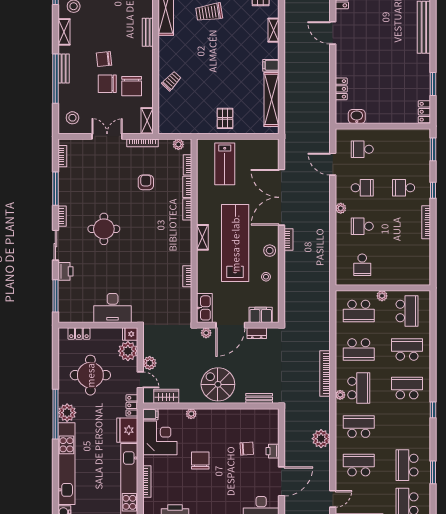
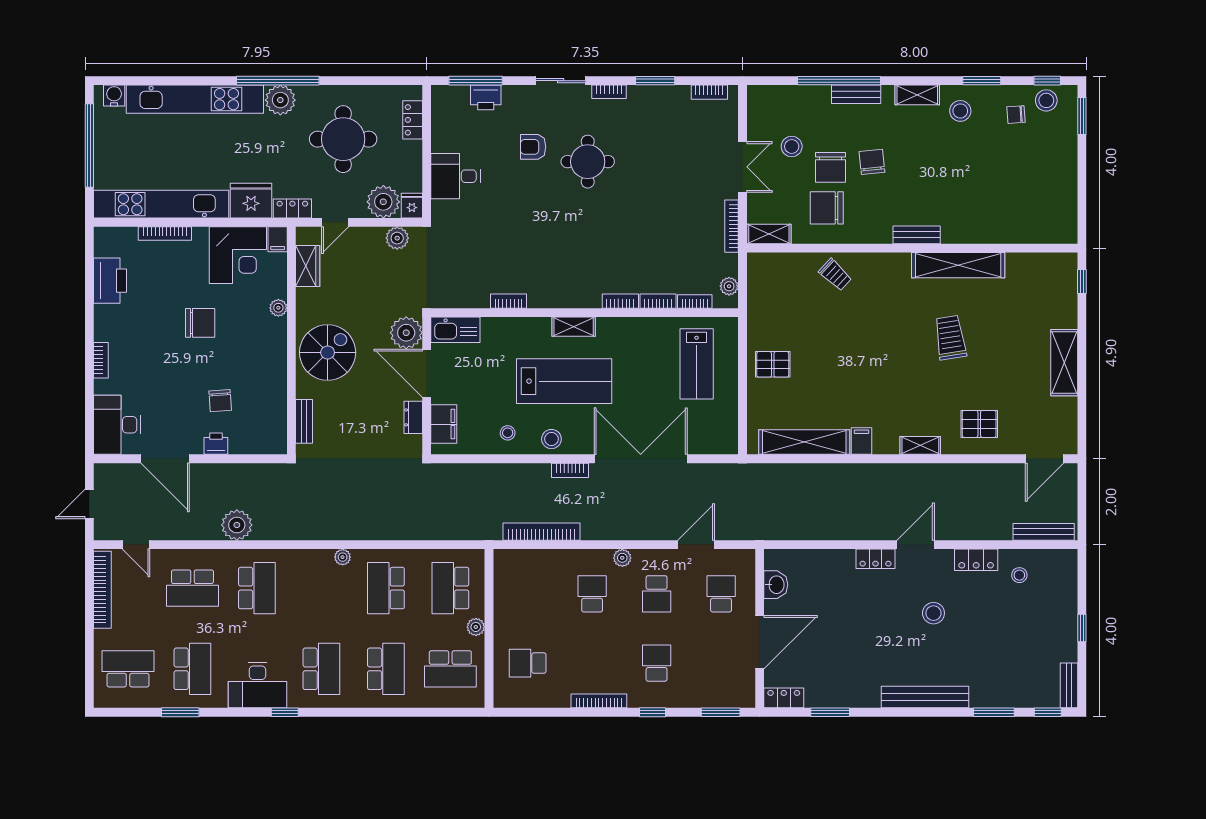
stool: (374, 22) -> (933, 613), added
chair: (107, 84) -> (830, 167), turned 180
locker: (341, 89) -> (875, 559), moved
stool: (72, 118) -> (792, 146), moved
door: (391, 126) -> (760, 642), added
lab bench: (225, 164) -> (697, 364), turned -90
armchair: (146, 182) -> (533, 147), moved, turned 180
window: (55, 189) -> (655, 81), width x0.69
lab bench: (235, 243) -> (564, 381), width x0.73
school desk: (362, 265) -> (528, 663), moved
printer: (66, 271) -> (486, 97), moved
desk: (113, 308) -> (455, 176), width x0.73
plant: (206, 333) -> (406, 333), width x1.87, depth x1.87
plant: (150, 363) -> (397, 238), moved
bookcase: (325, 373) -> (542, 532), moved
school desk: (359, 388) -> (321, 588), removed
plant: (340, 395) -> (343, 557), moved
desk: (417, 426) -> (257, 685), added
school desk: (359, 465) -> (192, 588), turned 90
school desk: (407, 465) -> (192, 669), turned 90

